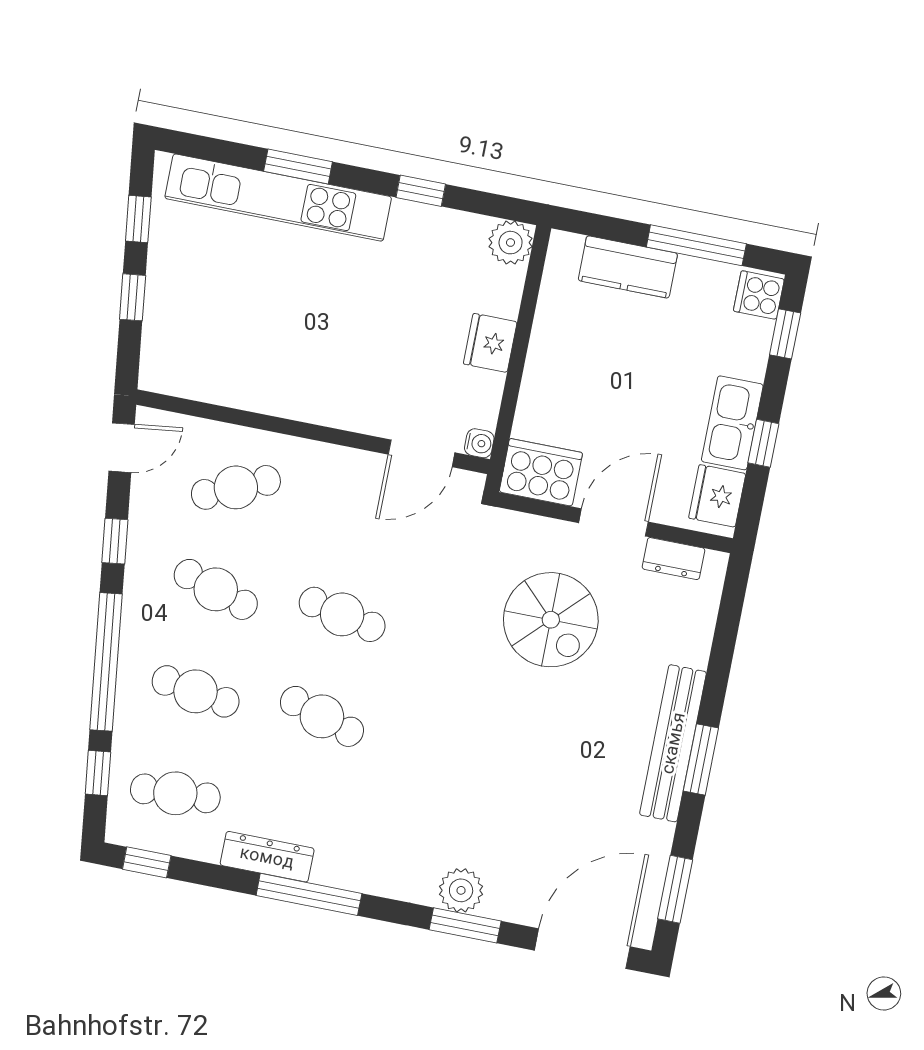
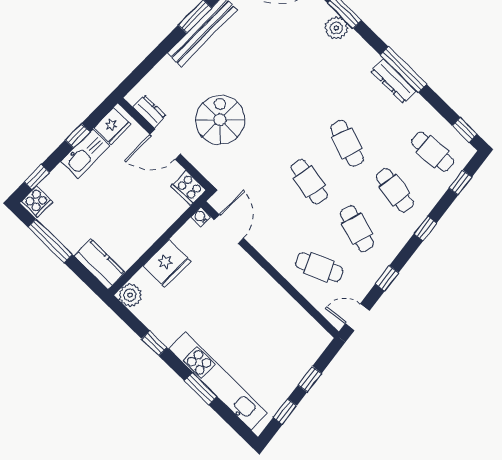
kitchen counter: (628, 267) -> (100, 264), moved
fridge: (490, 343) -> (167, 264), width x1.36, depth x1.34
door: (422, 453) -> (229, 229), hinge flipped
cooker: (541, 472) -> (188, 188), width x0.73, depth x0.76
window: (106, 662) -> (425, 228), width x0.32
dresser: (267, 857) -> (393, 81), moved

